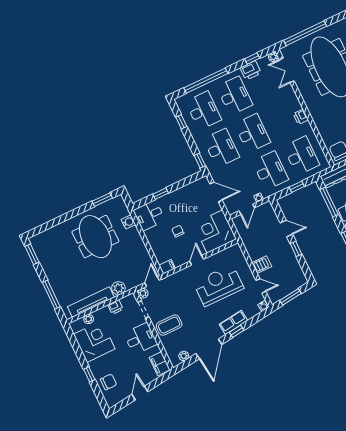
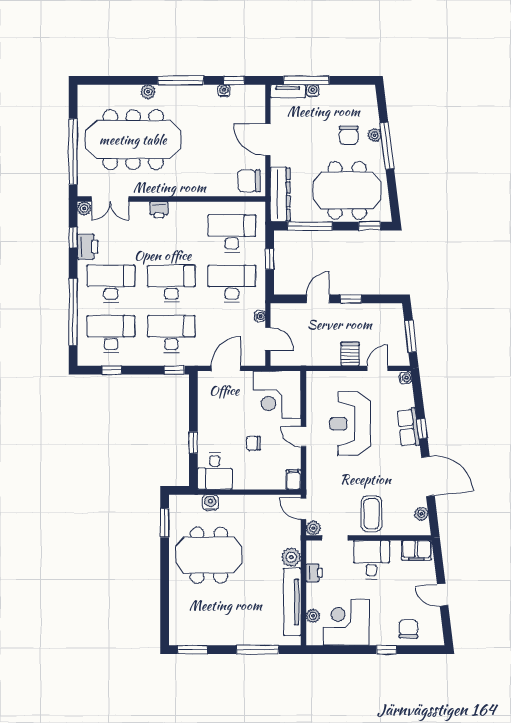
printer: (301, 117) -> (159, 210), moved

